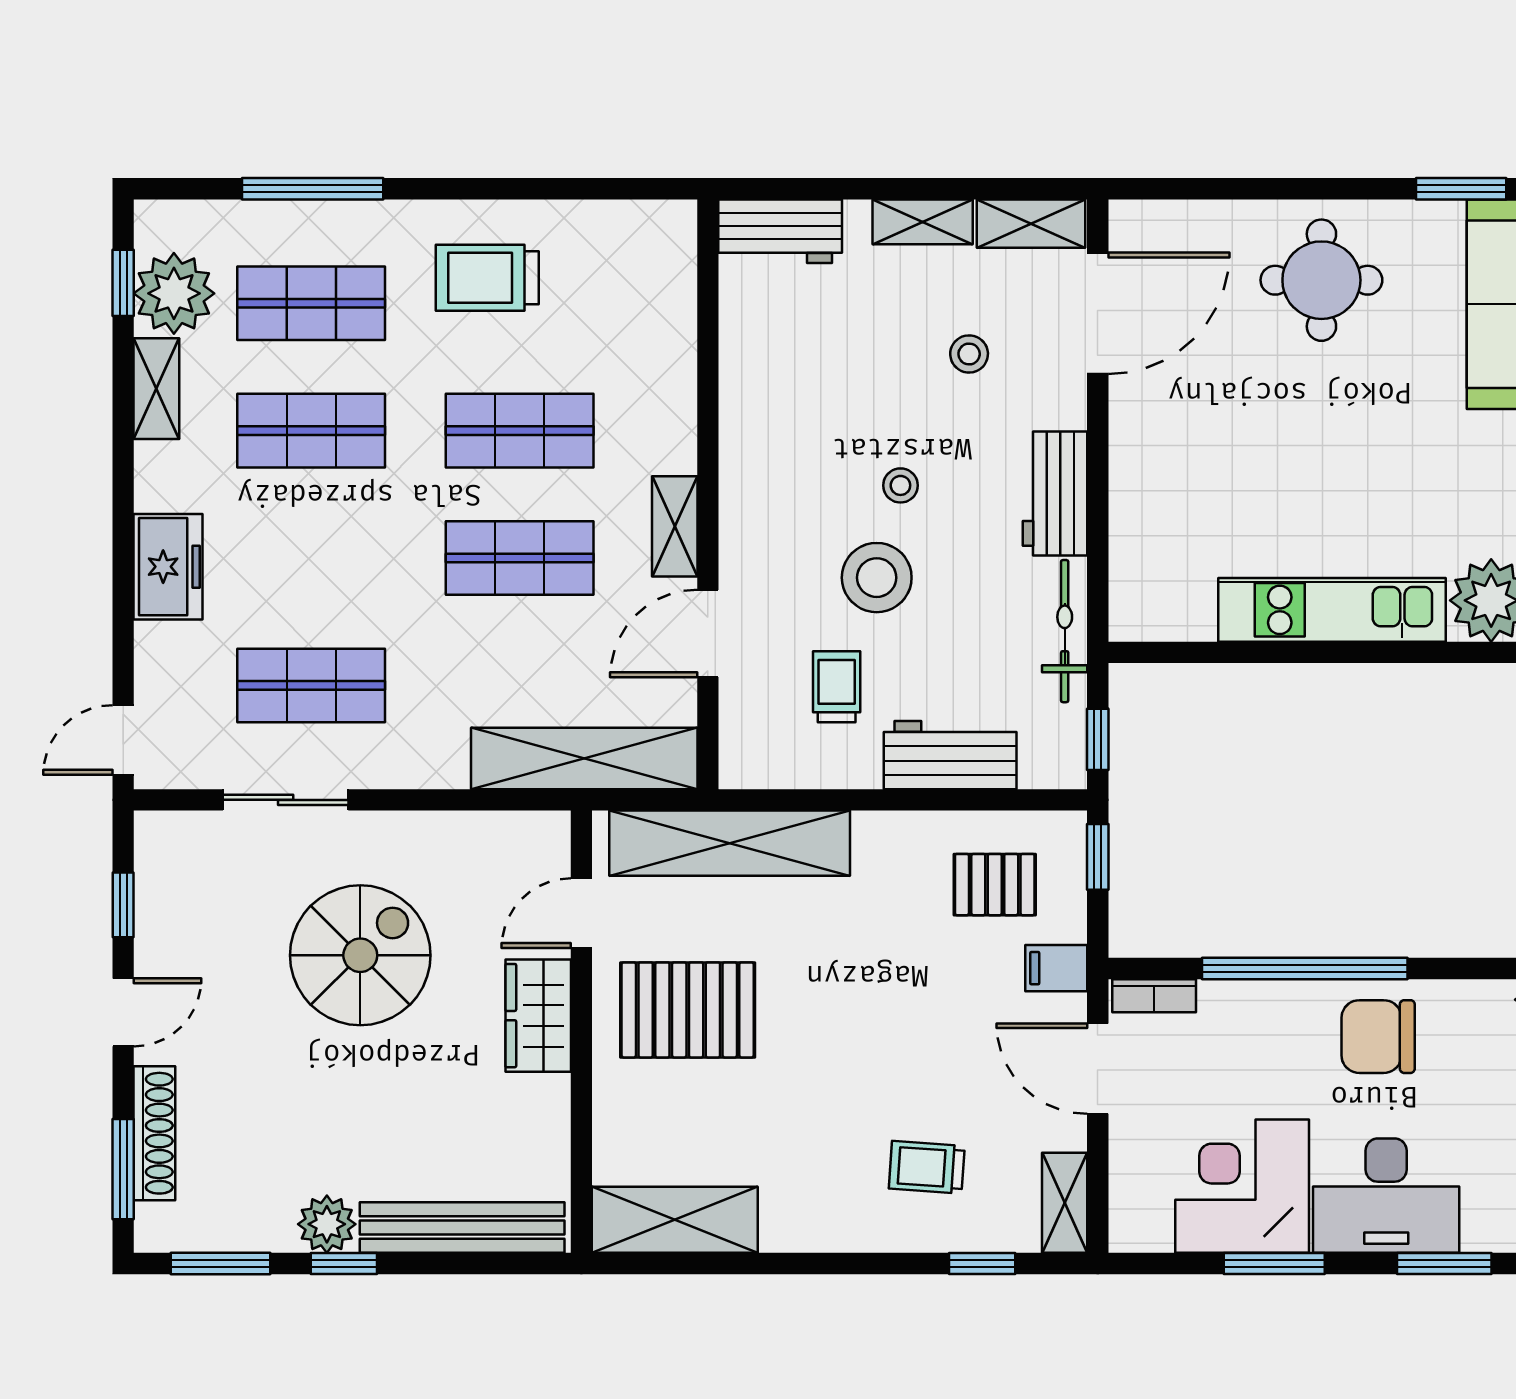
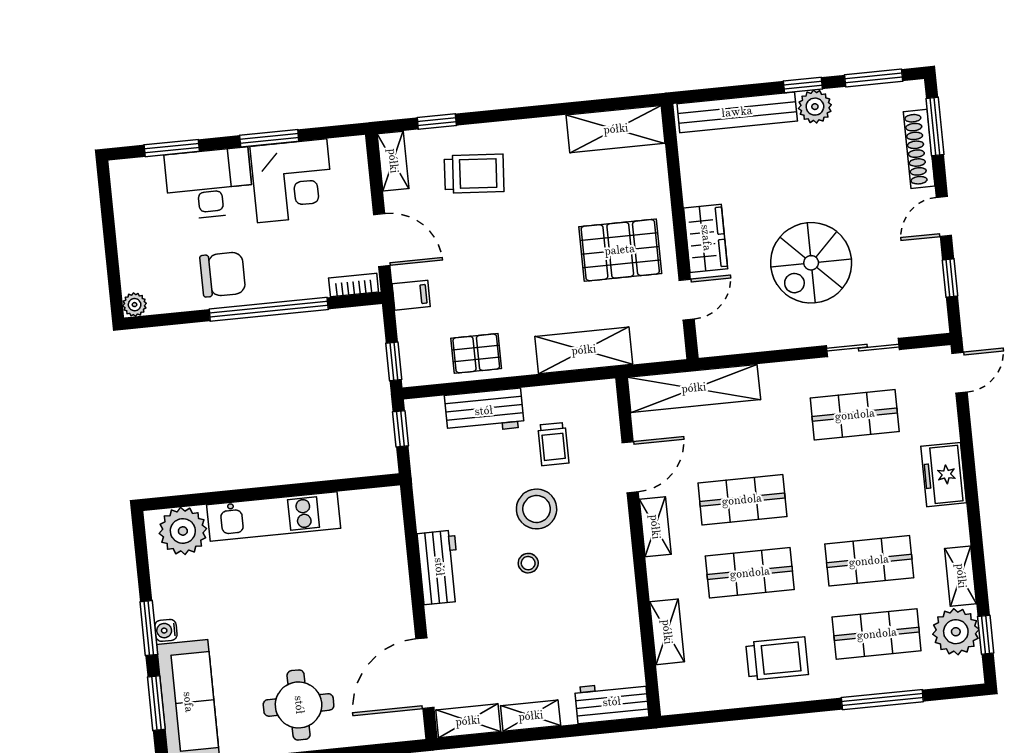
shelving: (673, 343) -> (667, 632), added
stool: (969, 354) -> (496, 642), removed
bicycle: (1065, 631) -> (426, 489), removed
shelving: (730, 843) -> (584, 350), width x0.68
pallet: (995, 885) -> (476, 353), moved
trolley: (927, 1167) -> (474, 174), width x1.36, depth x1.39

